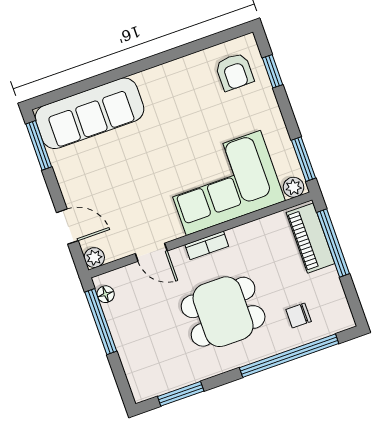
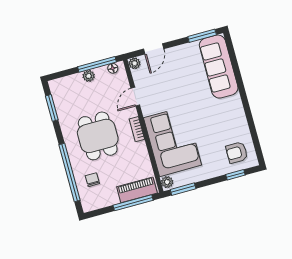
plant: (122, 335) -> (89, 76), added

